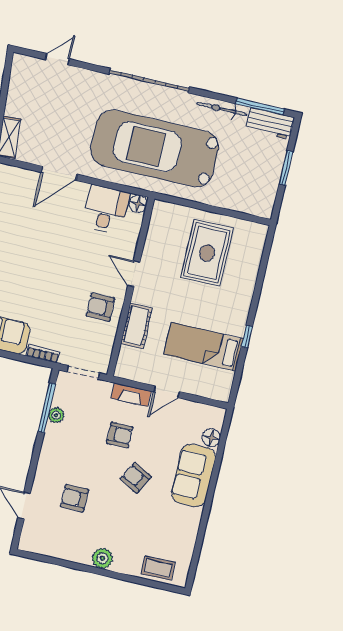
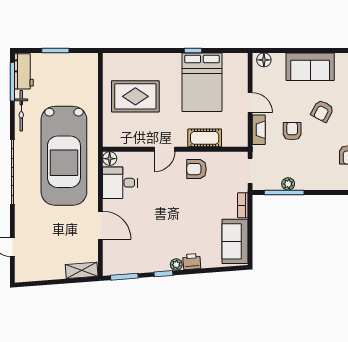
armchair: (100, 307) -> (197, 169), turned 90
bed: (204, 347) -> (202, 82), width x1.50
floor lamp: (211, 438) -> (264, 60), moved

